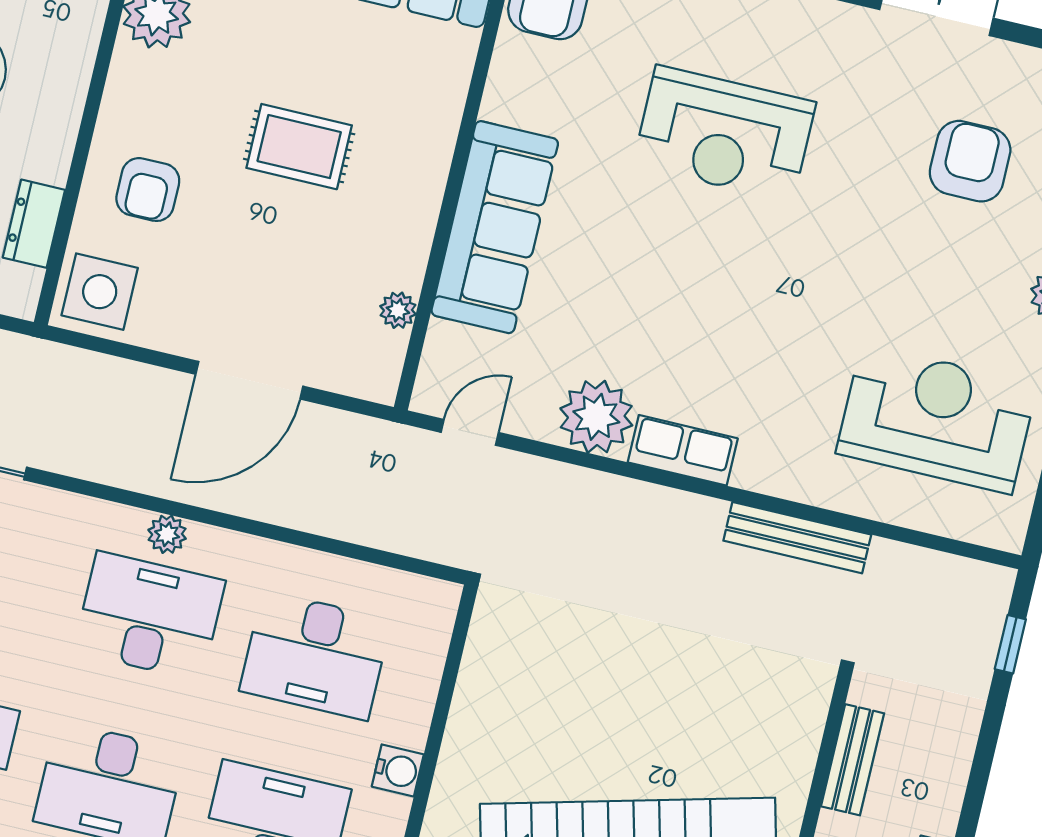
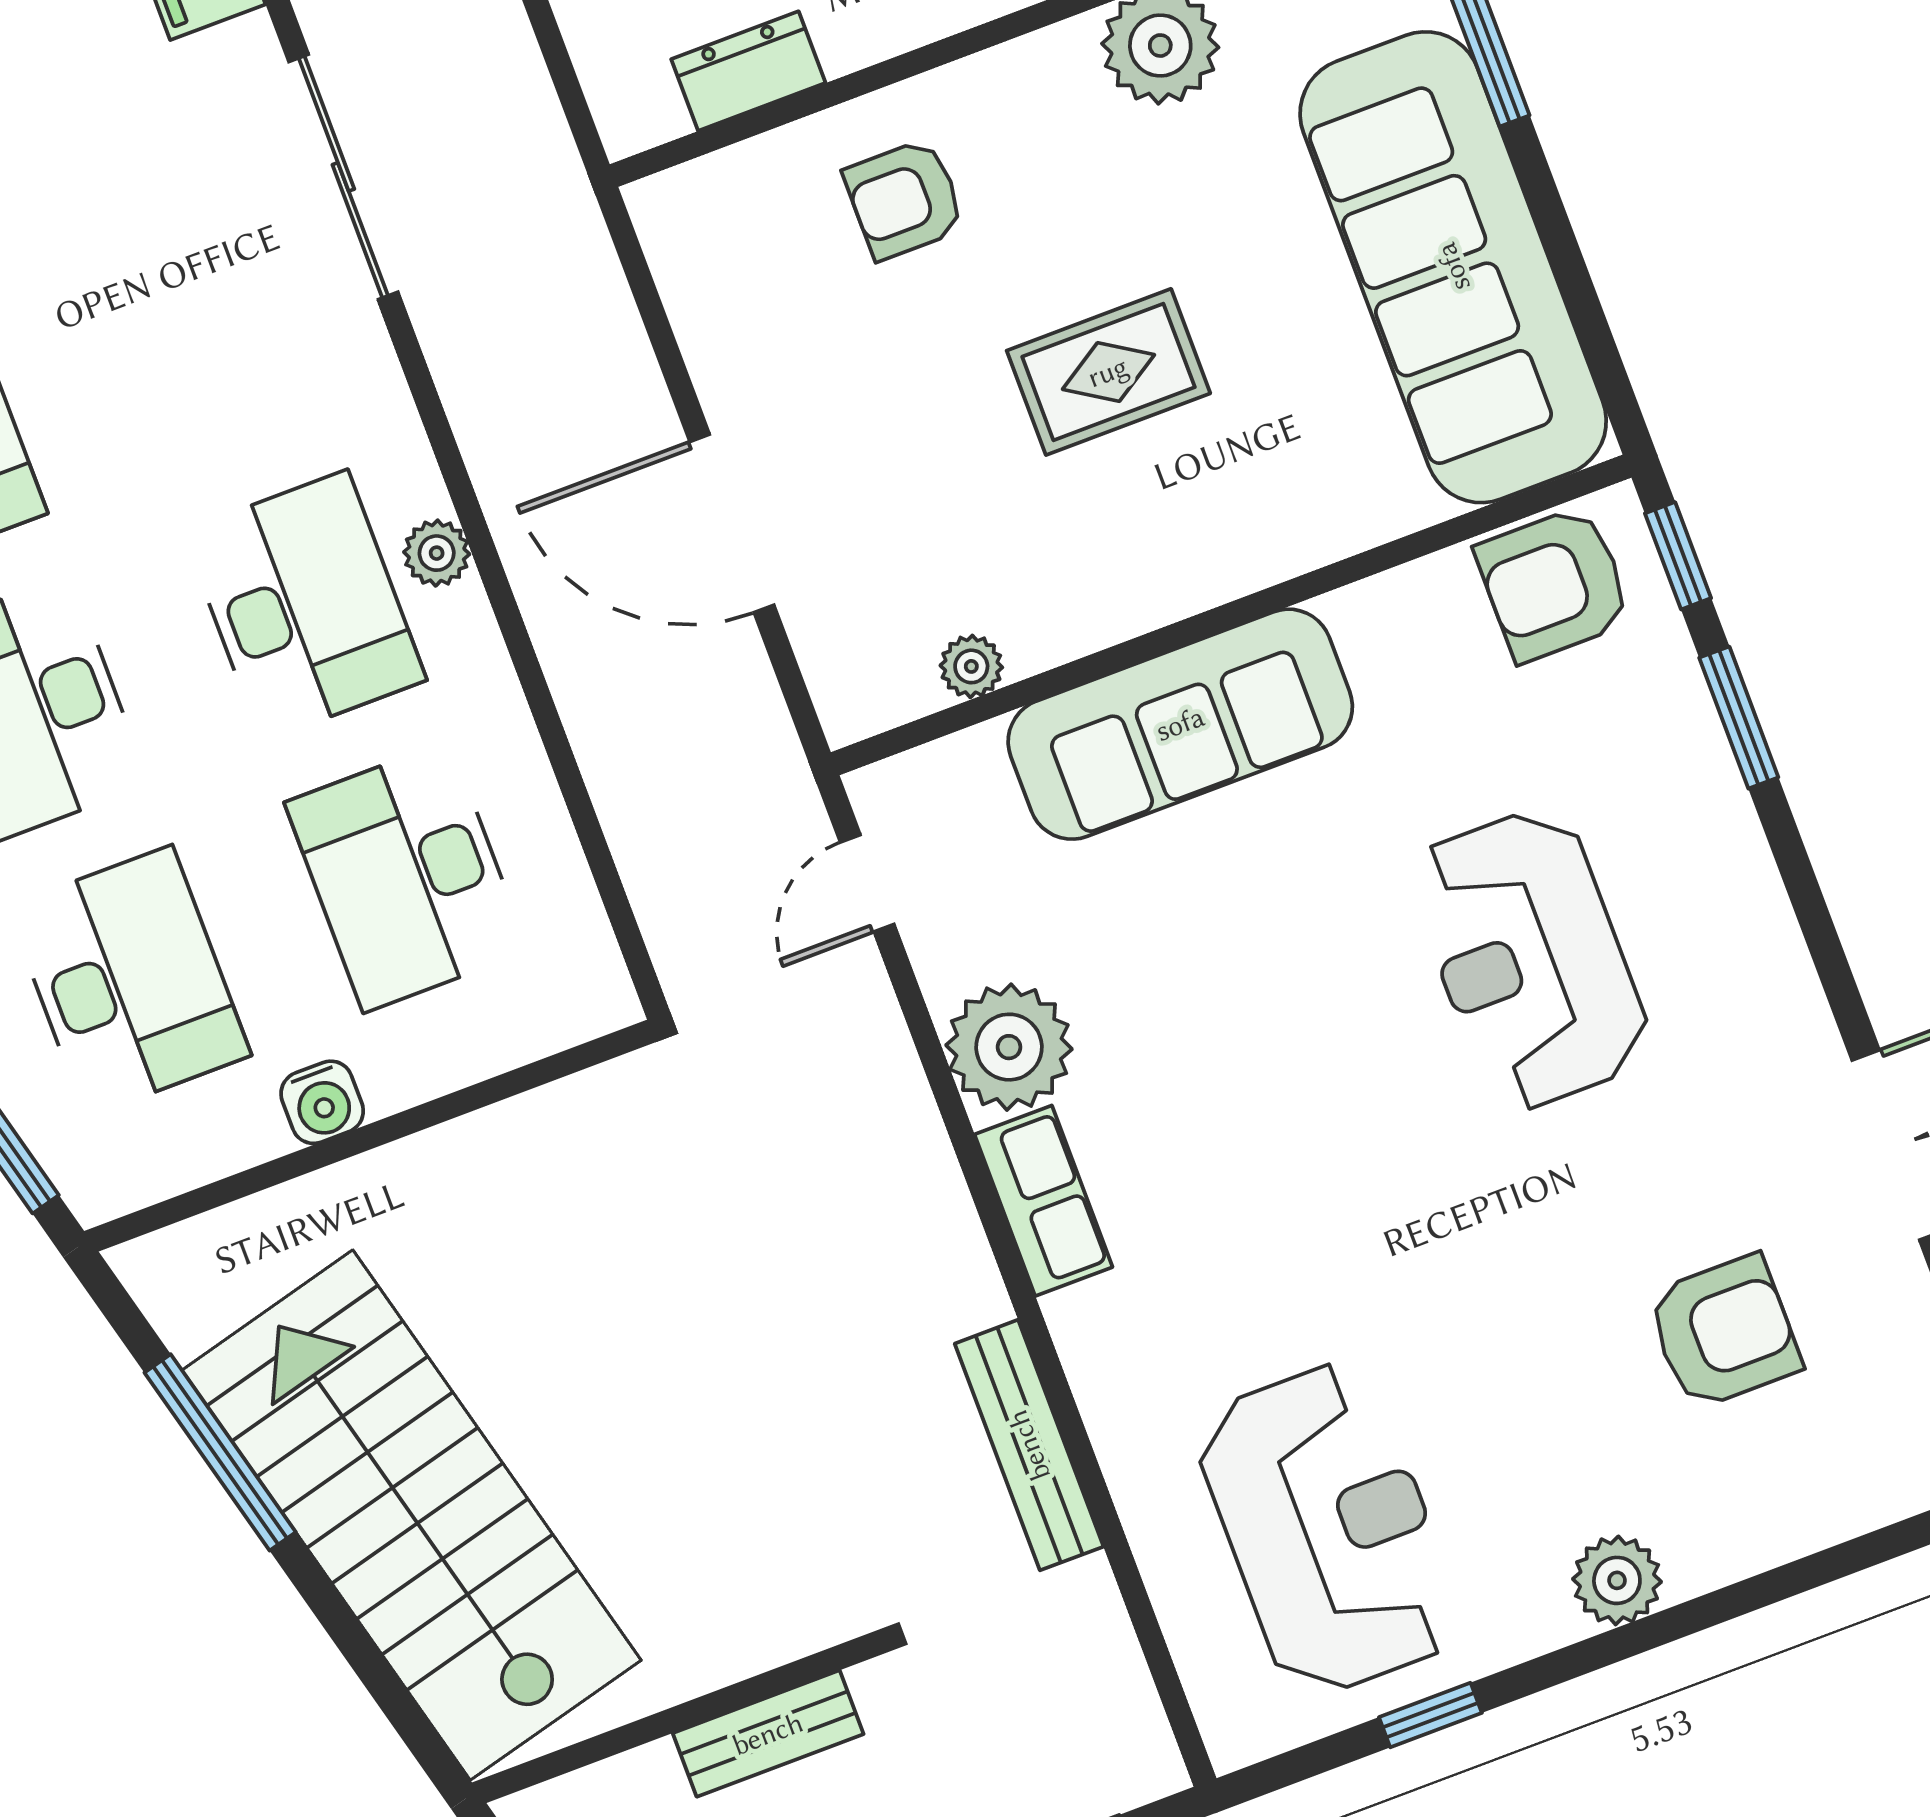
rug: (299, 147) -> (1108, 372), turned 90
side table: (100, 292) -> (715, 228), removed
door: (470, 432) -> (867, 883), swing flipped

